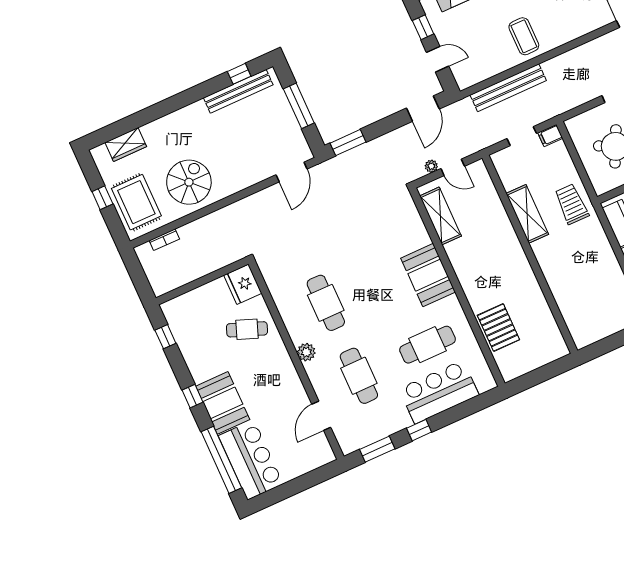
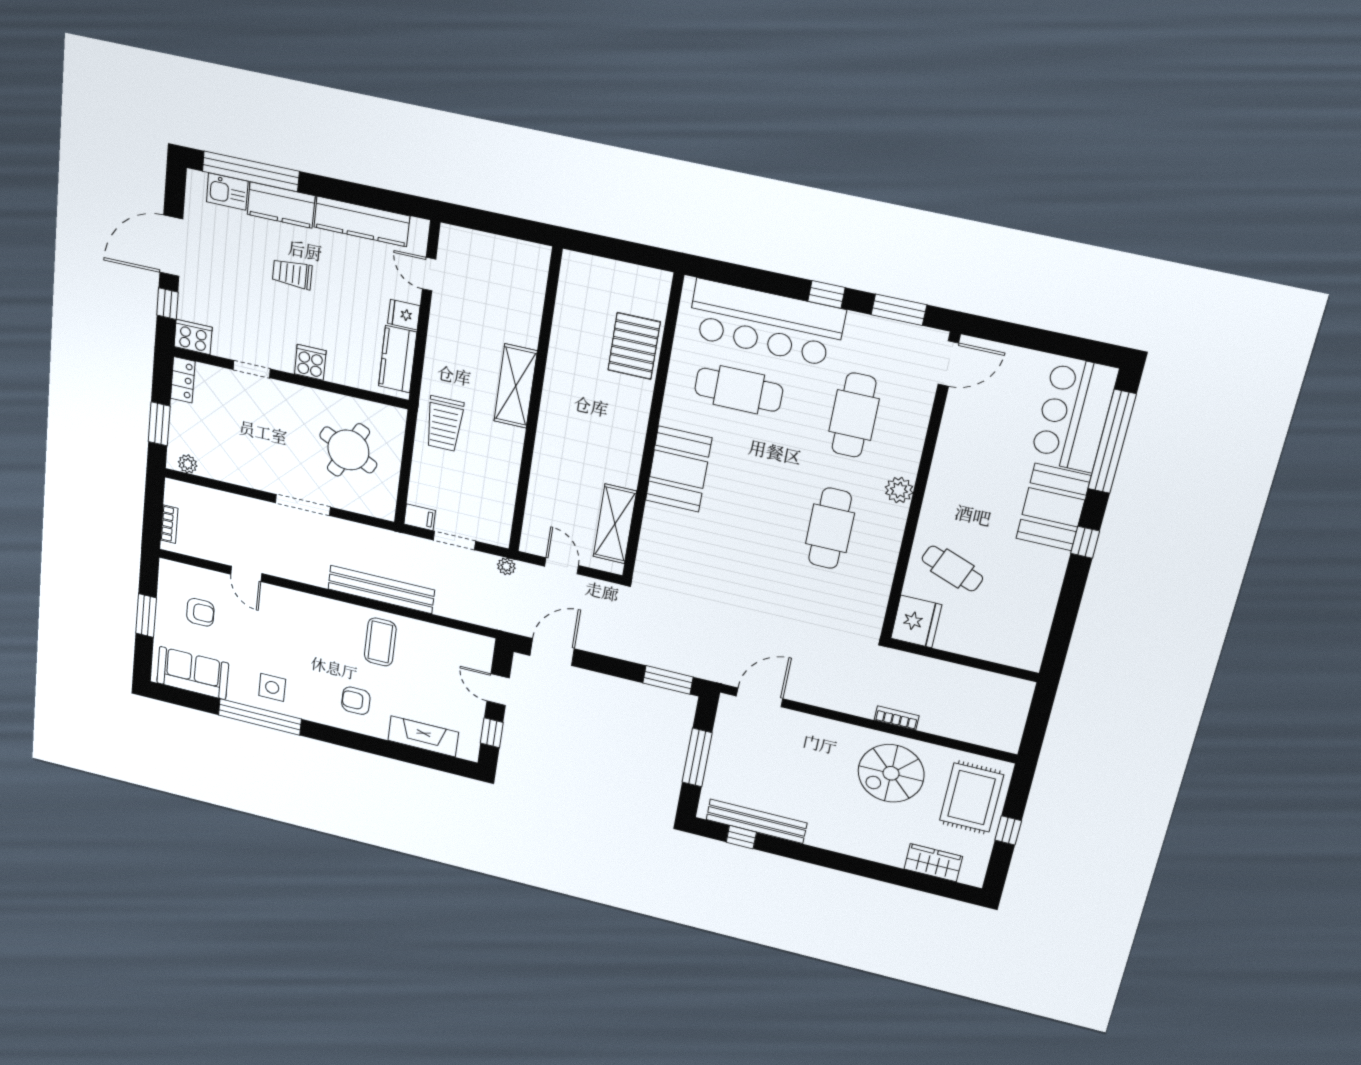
bench: (508, 88) -> (381, 590), moved
plant: (431, 166) -> (506, 566), moved
shelving: (527, 214) -> (516, 386), moved
bookcase: (164, 240) -> (897, 718), moved
window: (165, 337) -> (1061, 633), removed
bar counter: (439, 392) -> (766, 323), width x1.36
door: (321, 416) -> (948, 364), moved

